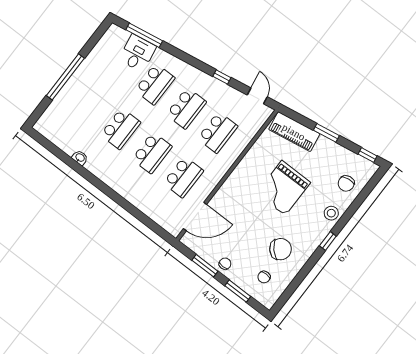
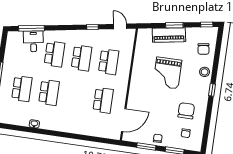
piano: (294, 132) -> (169, 35), moved
school desk: (152, 153) -> (22, 89), moved
chair: (281, 249) -> (186, 111), turned -47

